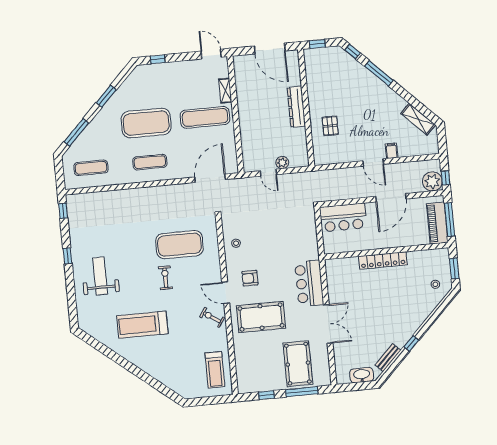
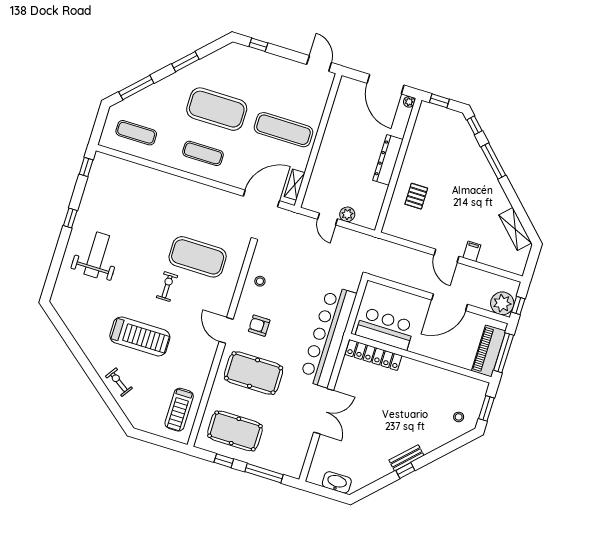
plant: (294, 55) -> (409, 102), added
shelving: (225, 91) -> (295, 185), moved
bar counter: (343, 217) -> (385, 329), moved, turned 180
locker: (383, 260) -> (374, 355), moved
bar counter: (309, 283) -> (328, 337), width x1.86
exercise bike: (212, 317) -> (119, 382), moved
treadmill: (142, 325) -> (140, 336), moved, turned 180
bench: (388, 358) -> (406, 458), moved
pool table: (298, 364) -> (235, 431), moved, turned 90

